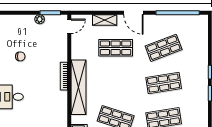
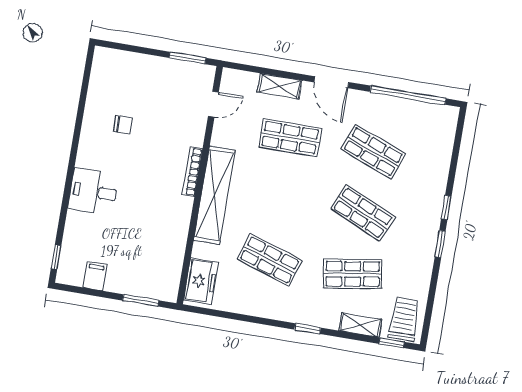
plant: (40, 19) -> (167, 66), removed
door: (69, 26) -> (213, 104), moved
shop shelf: (164, 48) -> (373, 152), turned 42
shop shelf: (164, 83) -> (363, 213), turned 33

